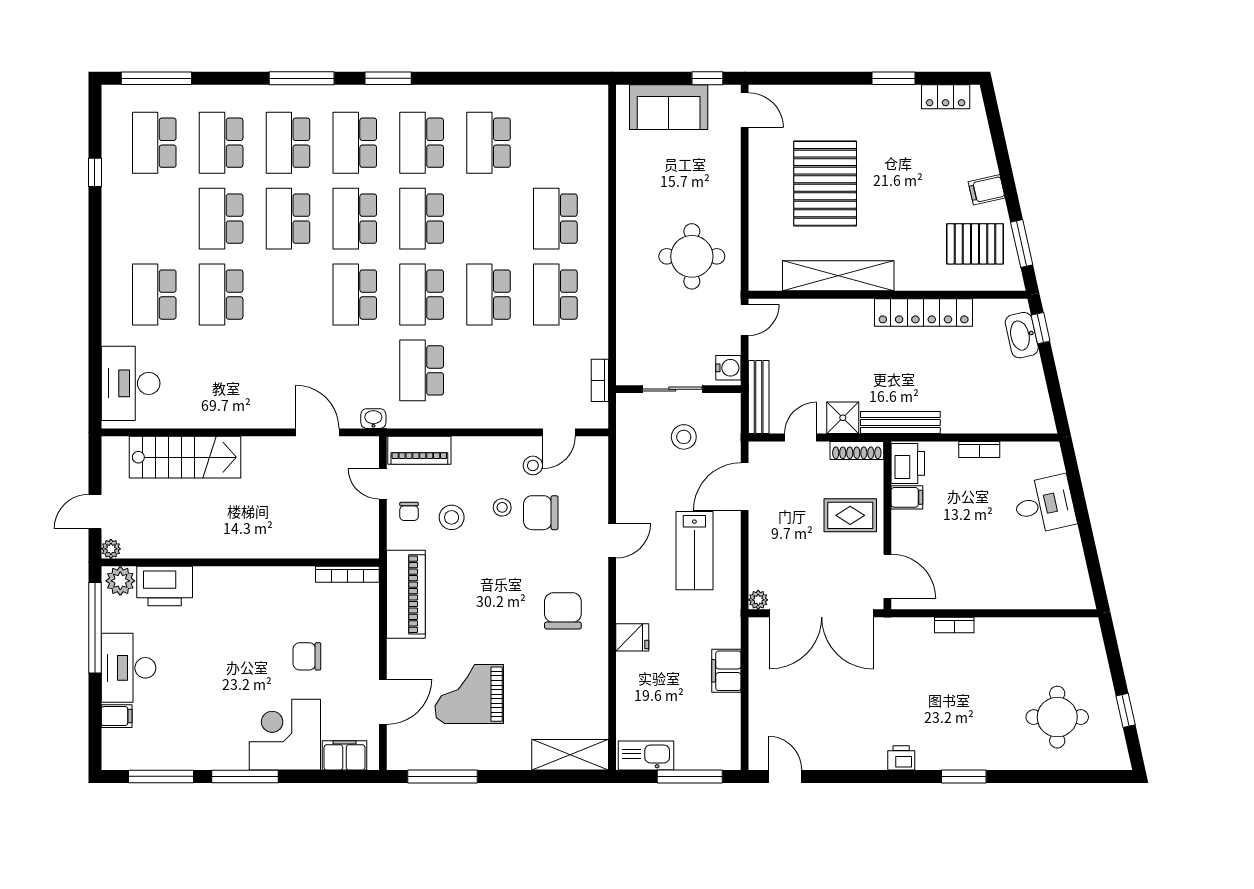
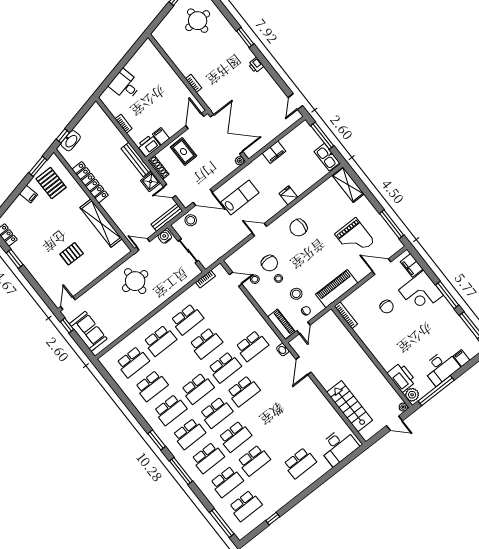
pallet: (825, 183) -> (72, 254), width x0.49, depth x0.50
school desk: (221, 295) -> (133, 362), moved
stool: (684, 437) -> (191, 220), moved

